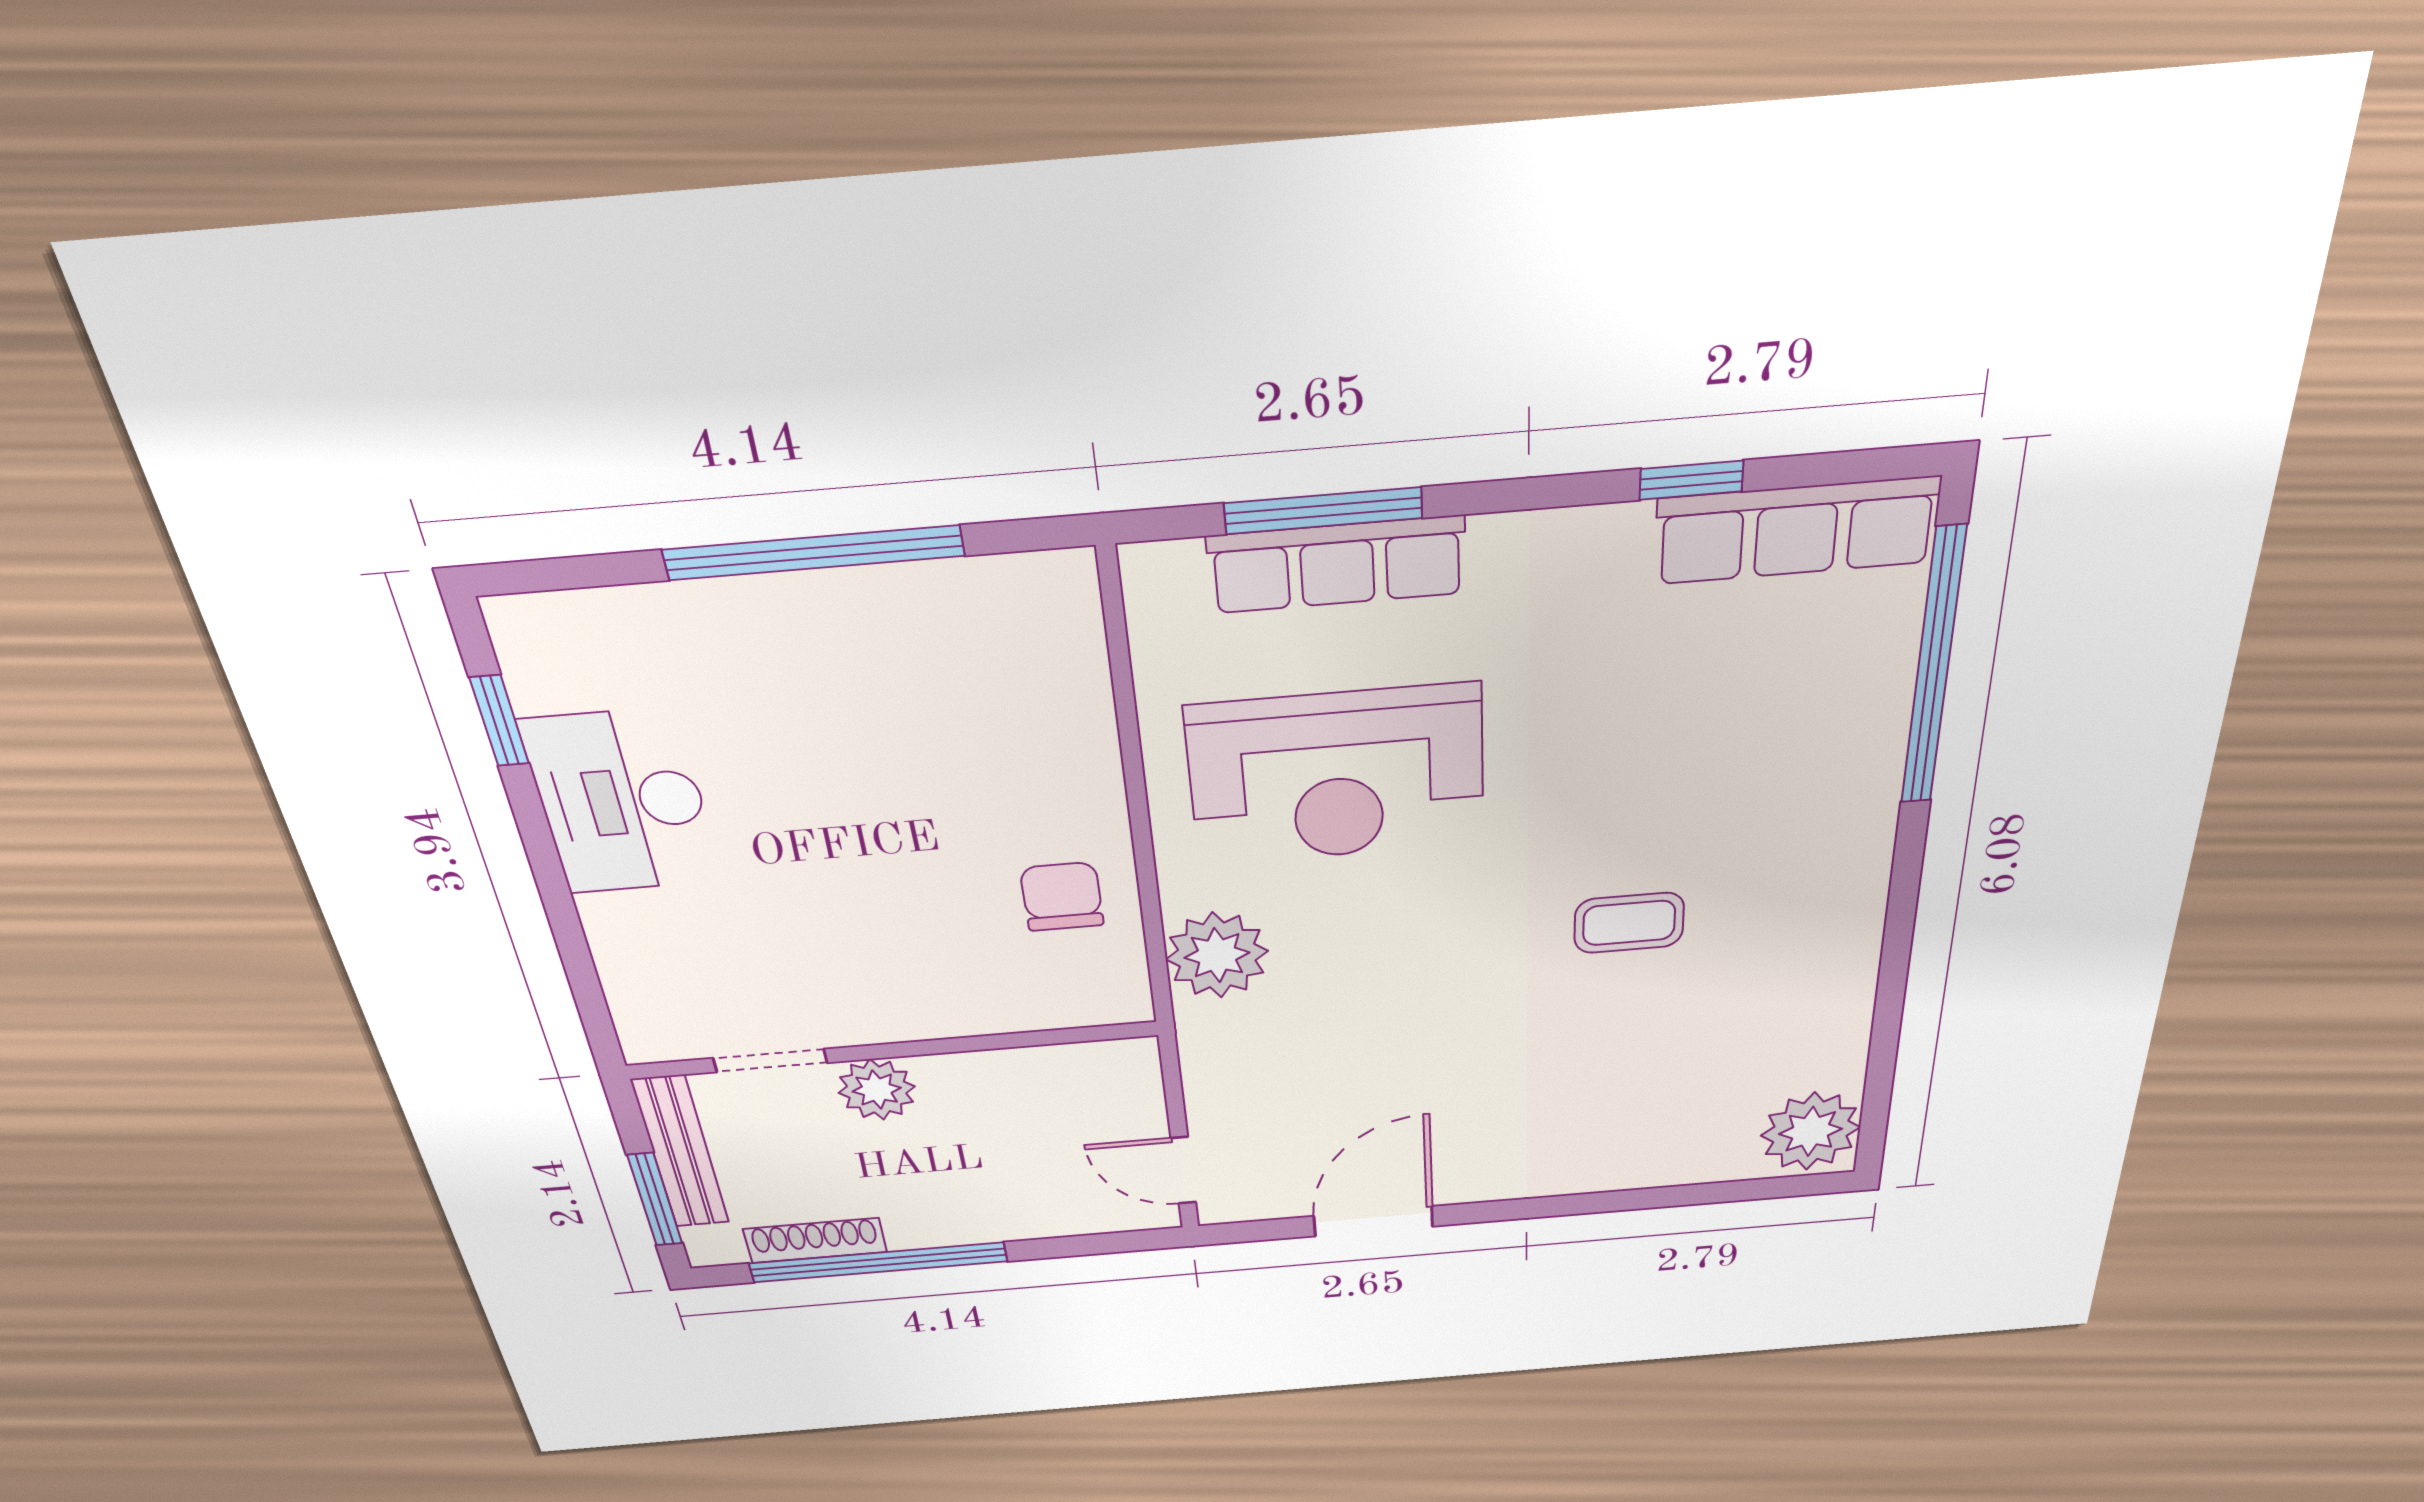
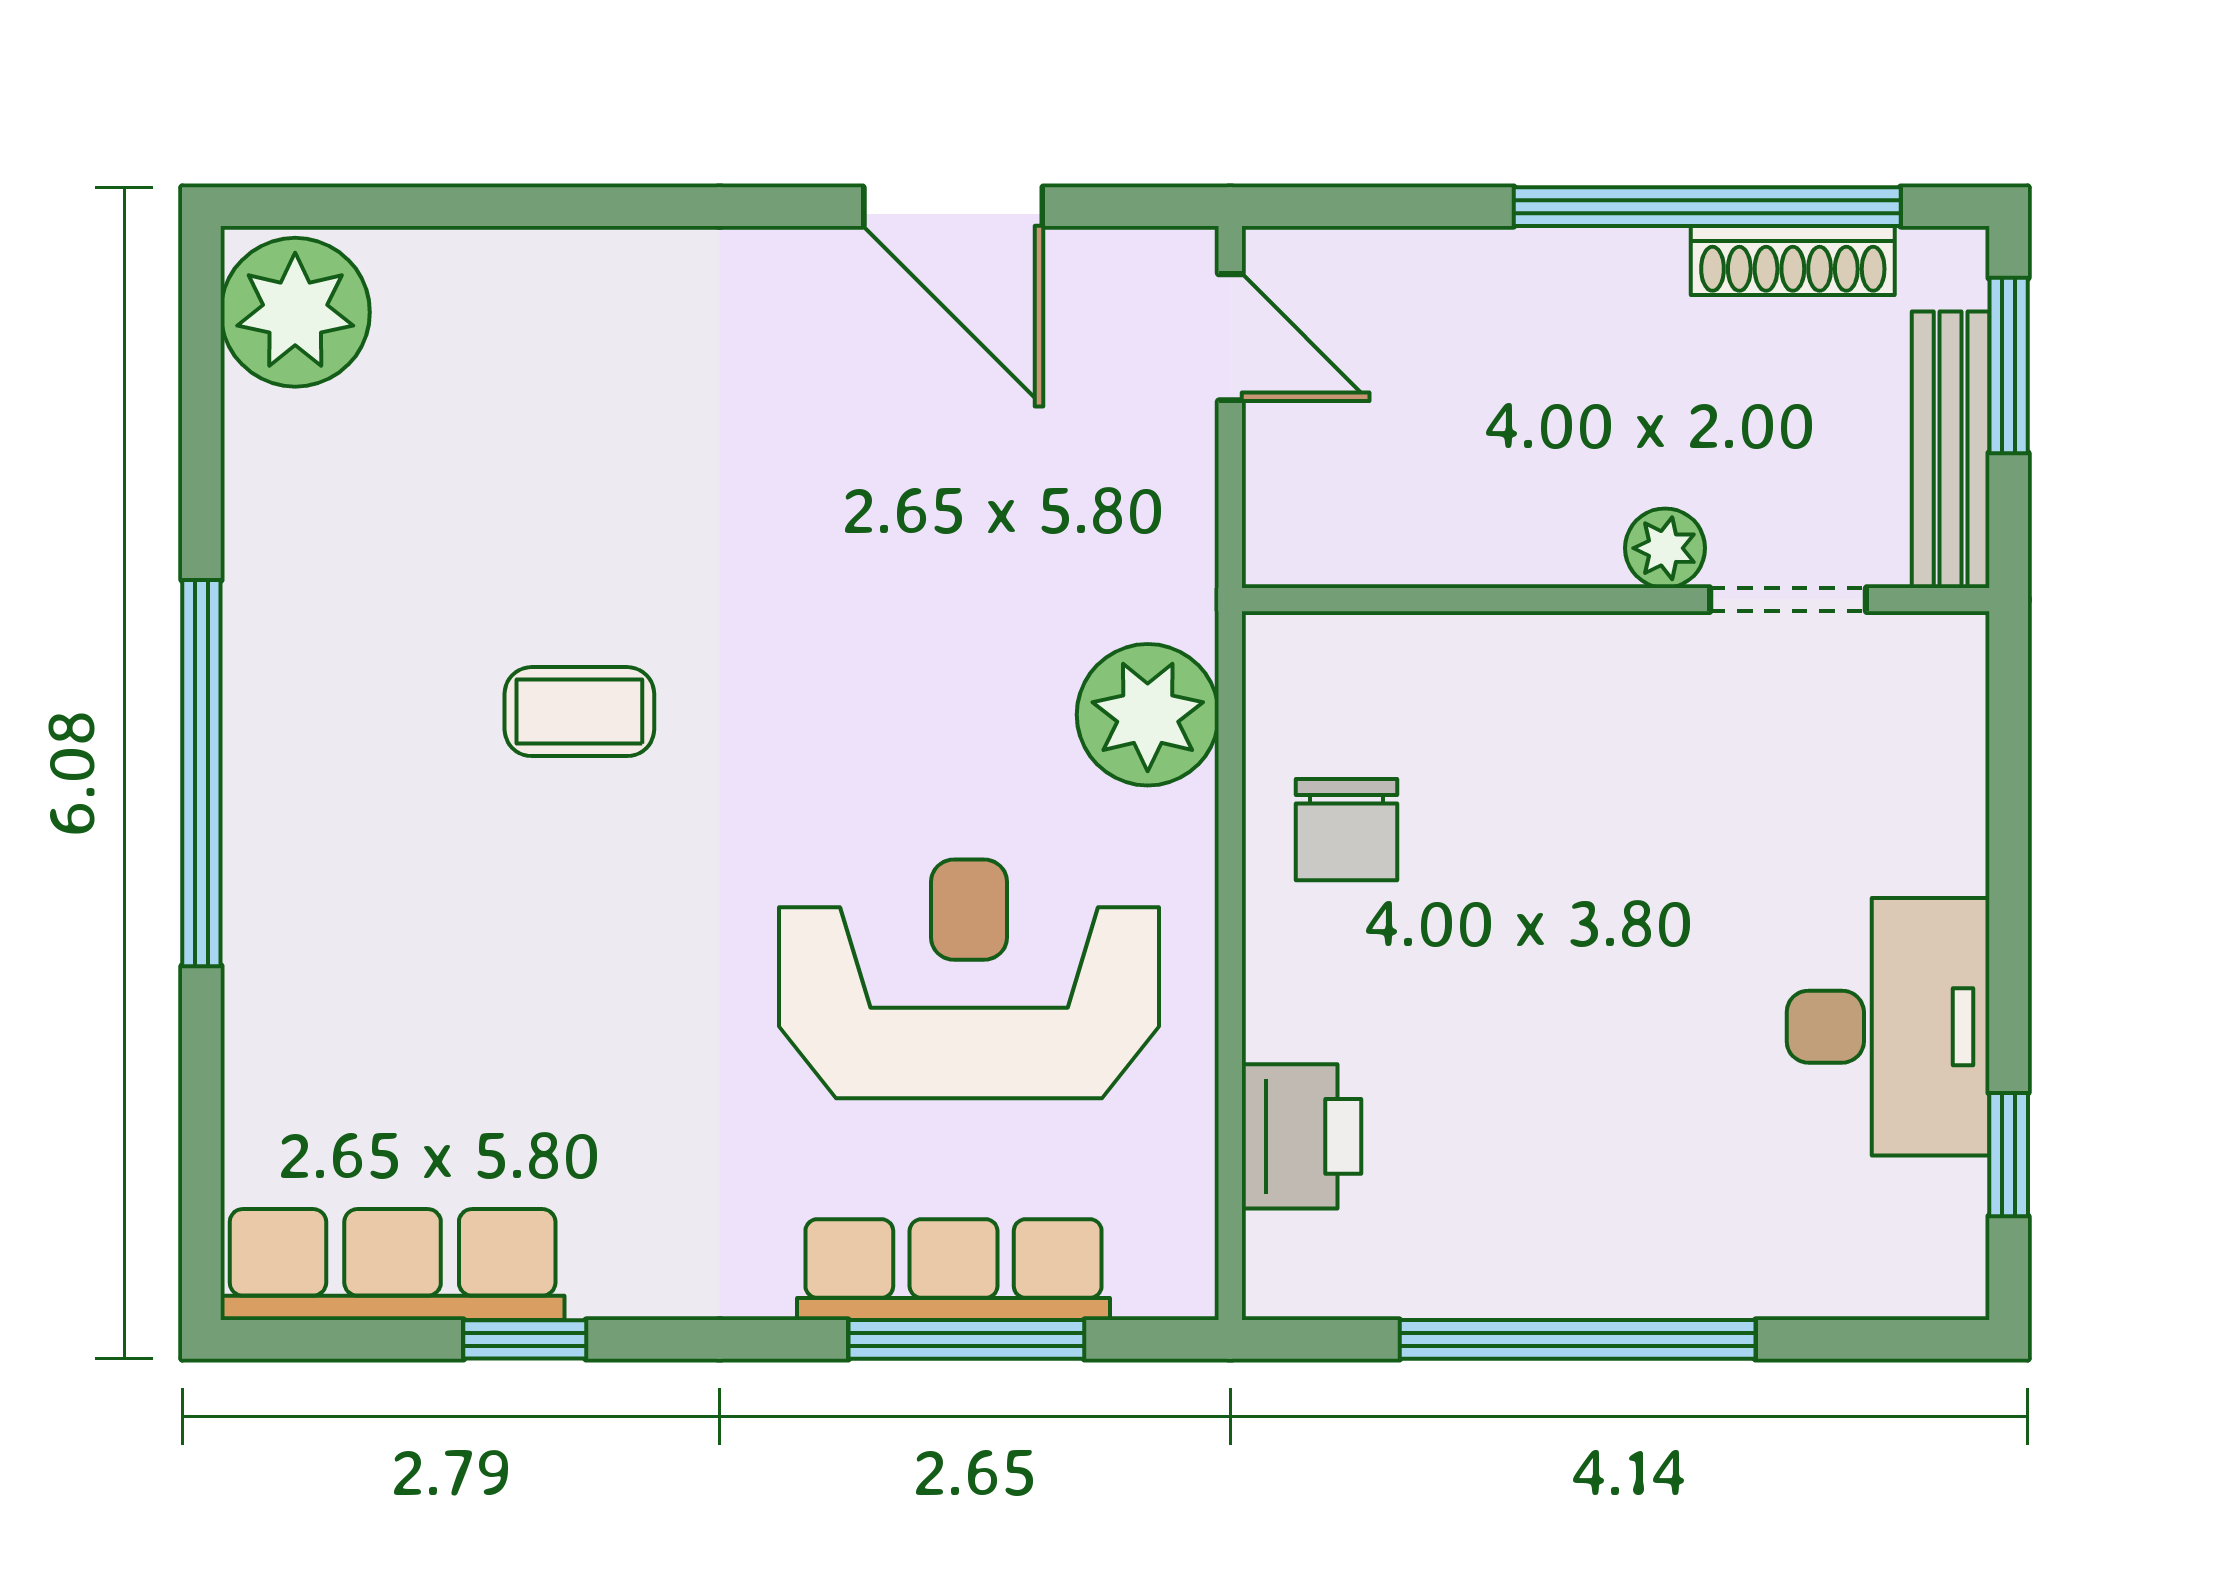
window: (1933, 669) -> (201, 773), moved
printer: (1066, 687) -> (1301, 1136), added
plant: (877, 1090) -> (1665, 548), width x0.73, depth x0.73
door: (1373, 1221) -> (953, 207), hinge flipped

